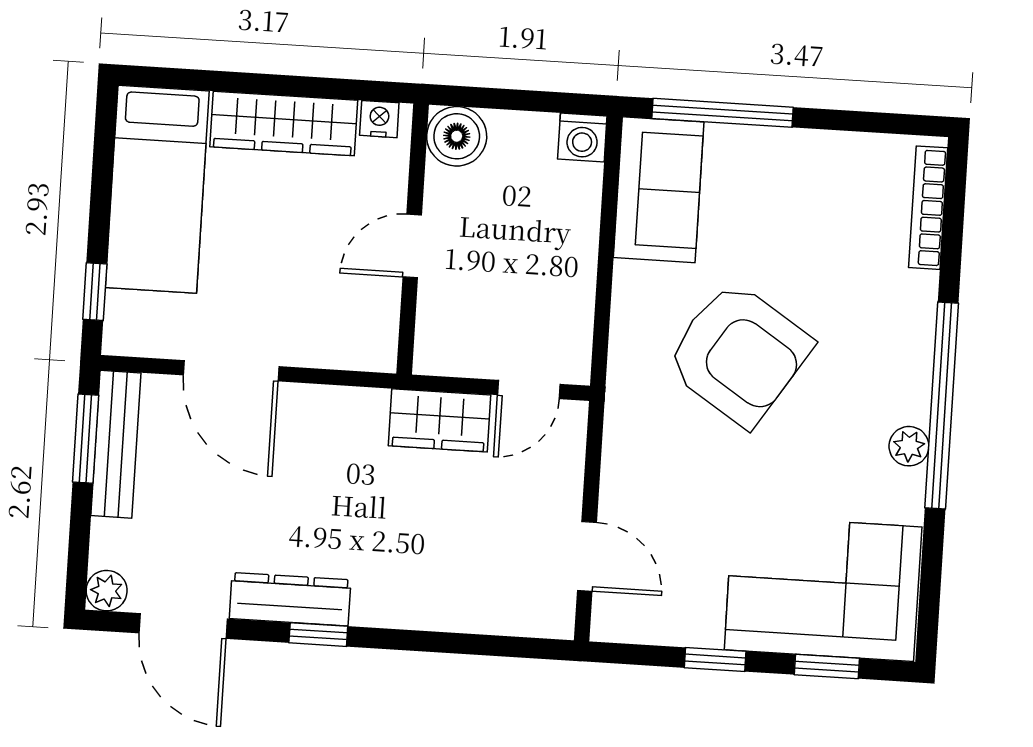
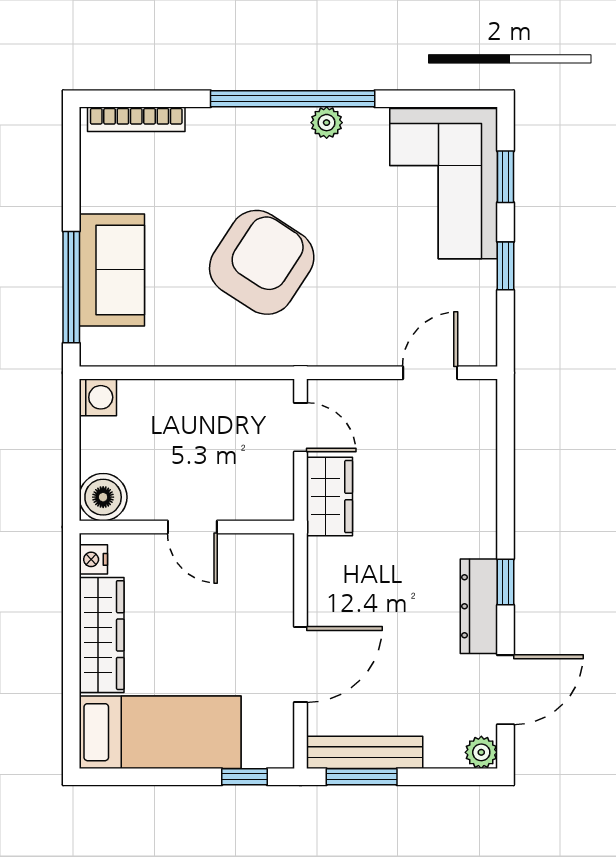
sofa: (659, 190) -> (112, 270), moved, turned 90

